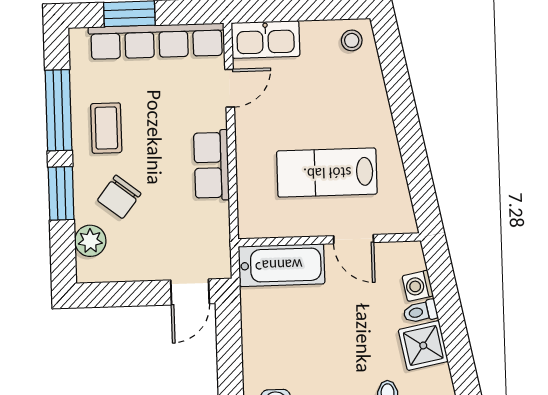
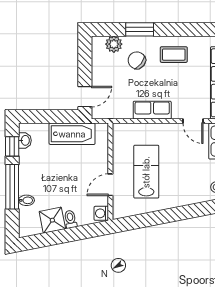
window: (58, 110) -> (184, 29), removed
bathtub: (282, 265) -> (72, 134), moved, turned -90
washing machine: (418, 286) -> (101, 213), moved, turned -79
door: (190, 292) -> (85, 97), swing flipped

